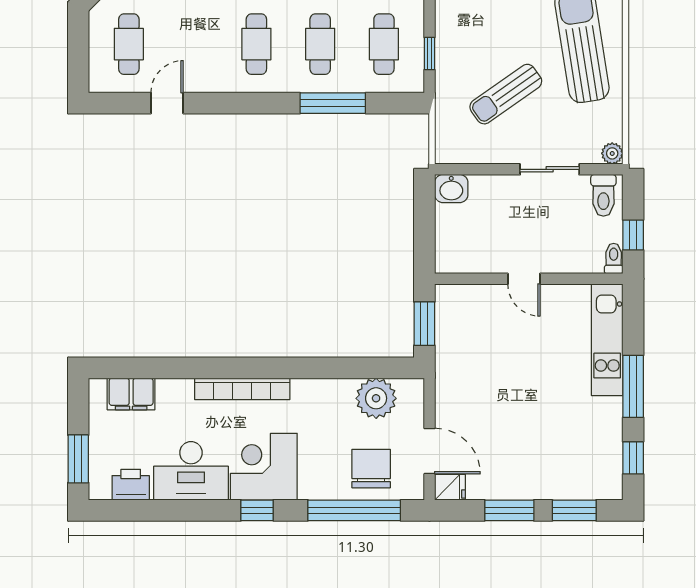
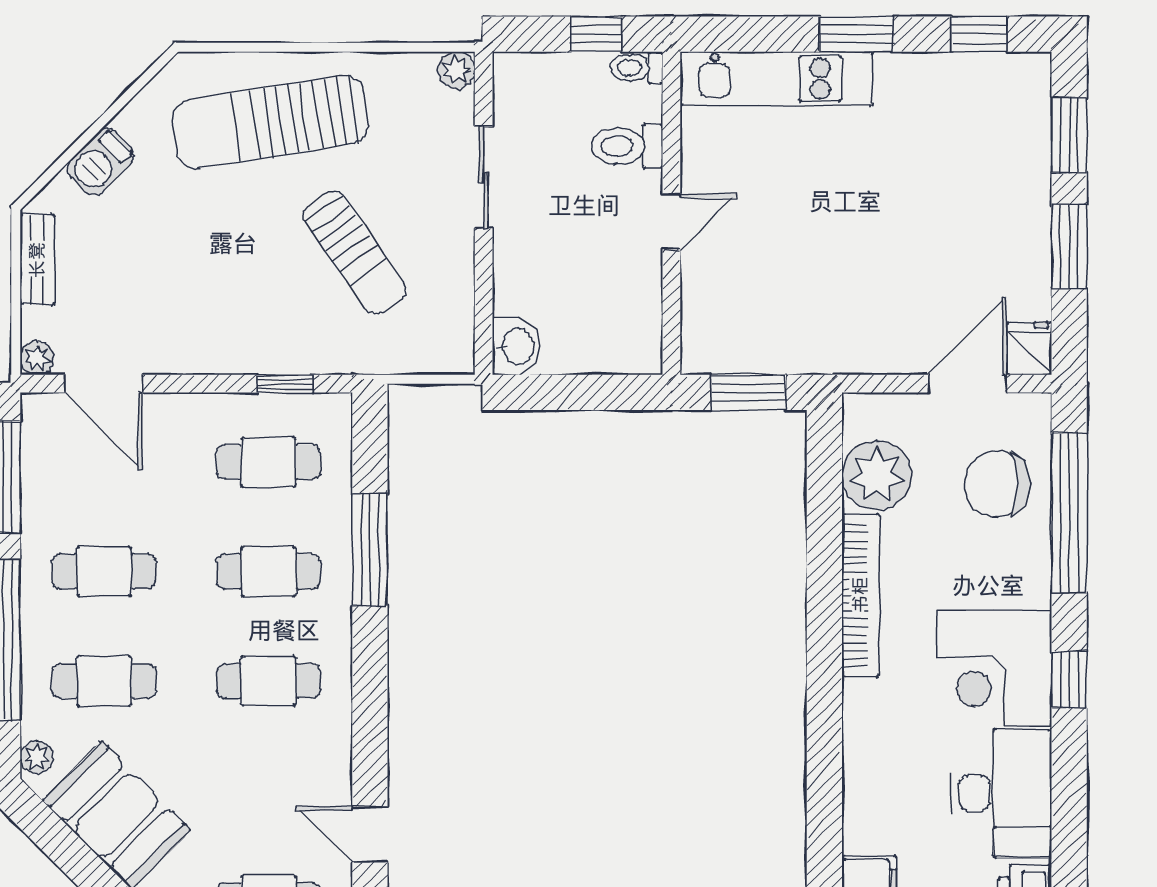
toilet: (603, 195) -> (627, 146), moved, turned 180
window: (633, 386) -> (856, 34), width x0.69
bookcase: (242, 389) -> (860, 595), moved

